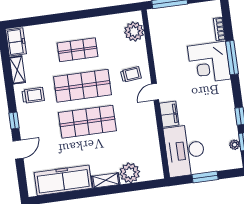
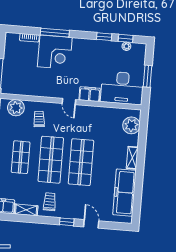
trolley: (131, 74) -> (39, 119), moved
plant: (130, 173) -> (131, 125), moved

